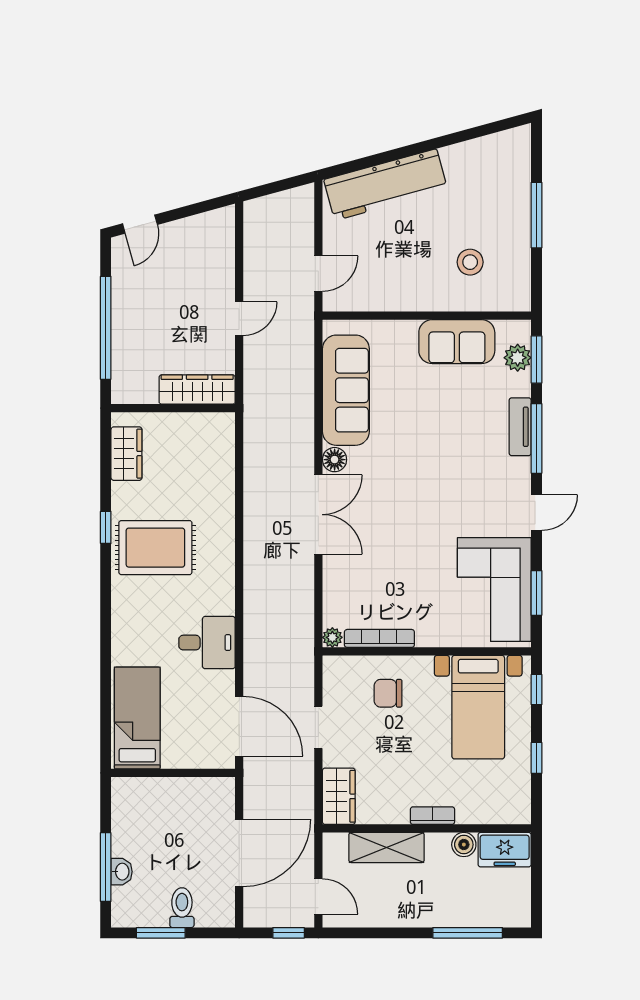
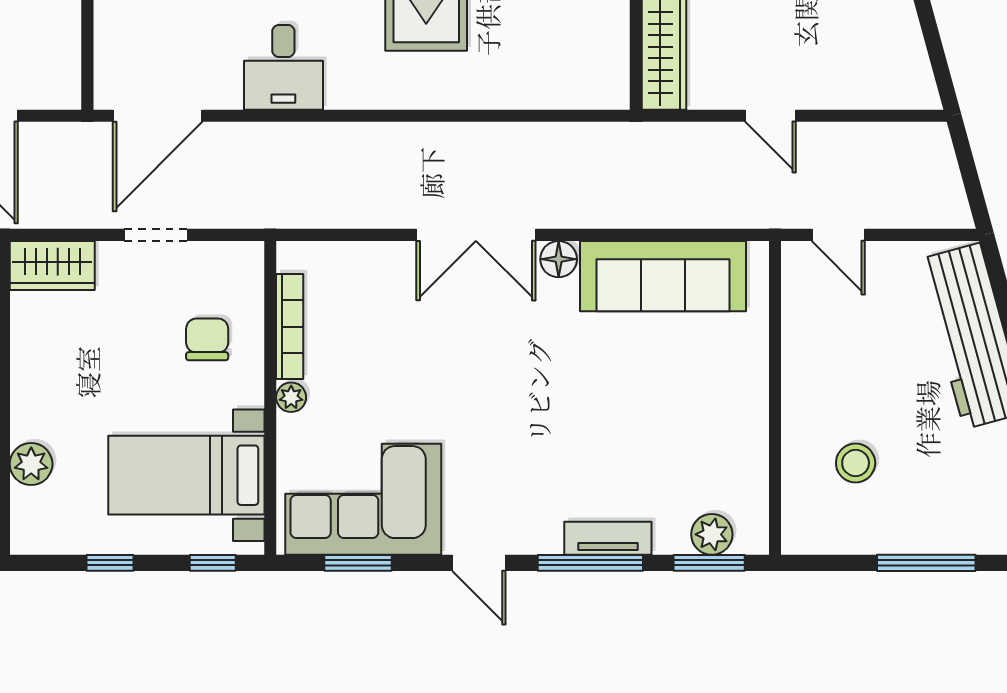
sofa: (457, 342) -> (736, 443), removed
plant: (332, 637) -> (291, 397), moved
plant: (471, 810) -> (31, 464), added
bookcase: (432, 816) -> (23, 406), removed

